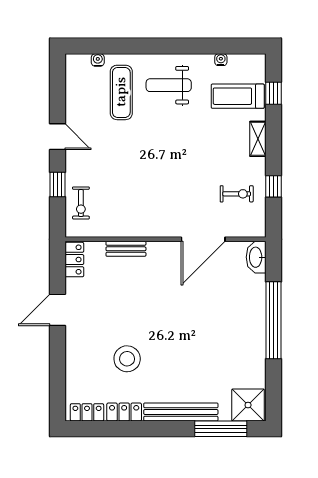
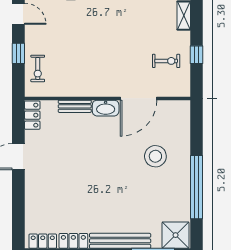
washbasin: (256, 257) -> (106, 108), moved, turned -90
window: (273, 320) -> (196, 187), moved
stool: (127, 359) -> (155, 156), moved

